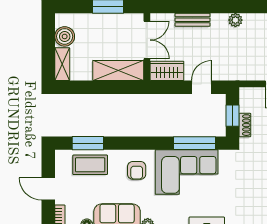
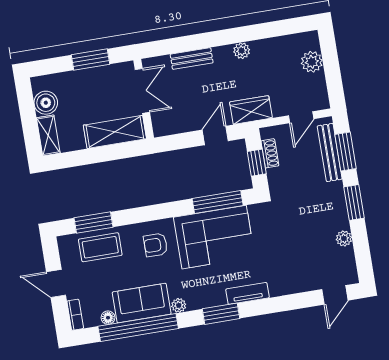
wardrobe: (167, 71) -> (251, 110), moved
shoe rack: (245, 125) -> (270, 153), moved
armchair: (137, 170) -> (156, 245), turned 90

